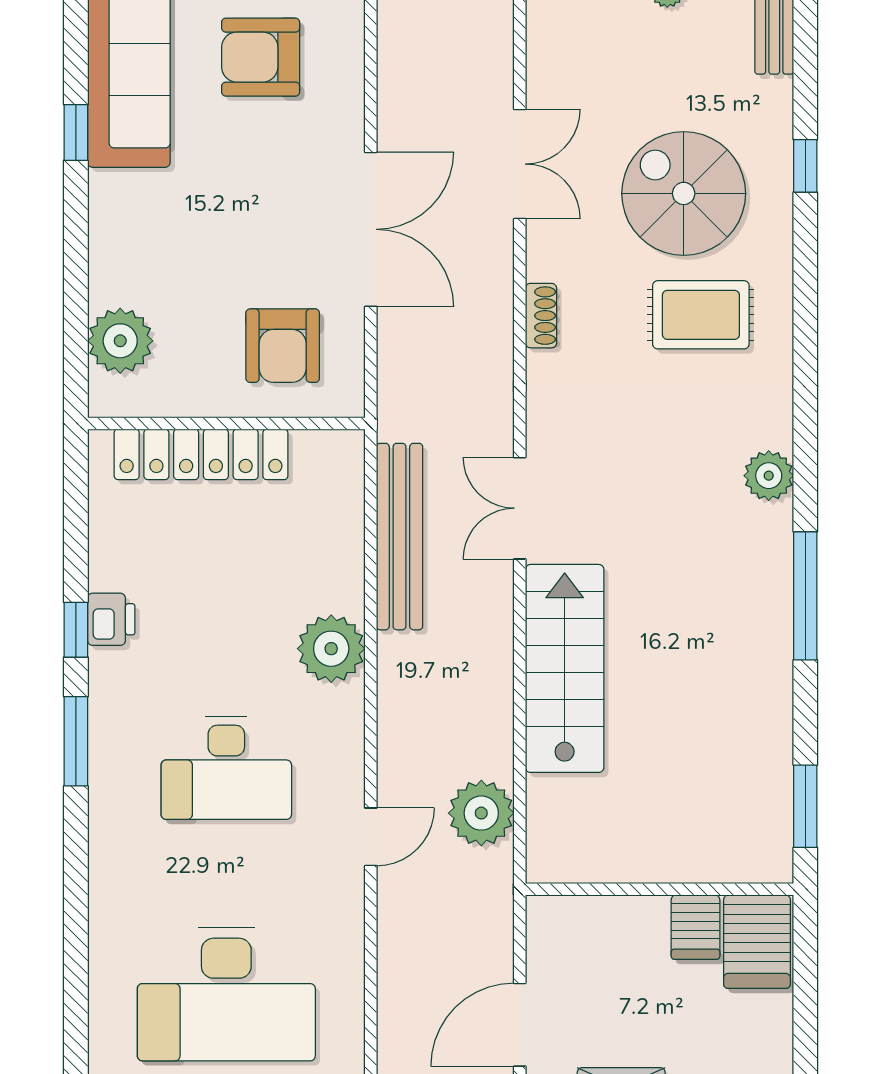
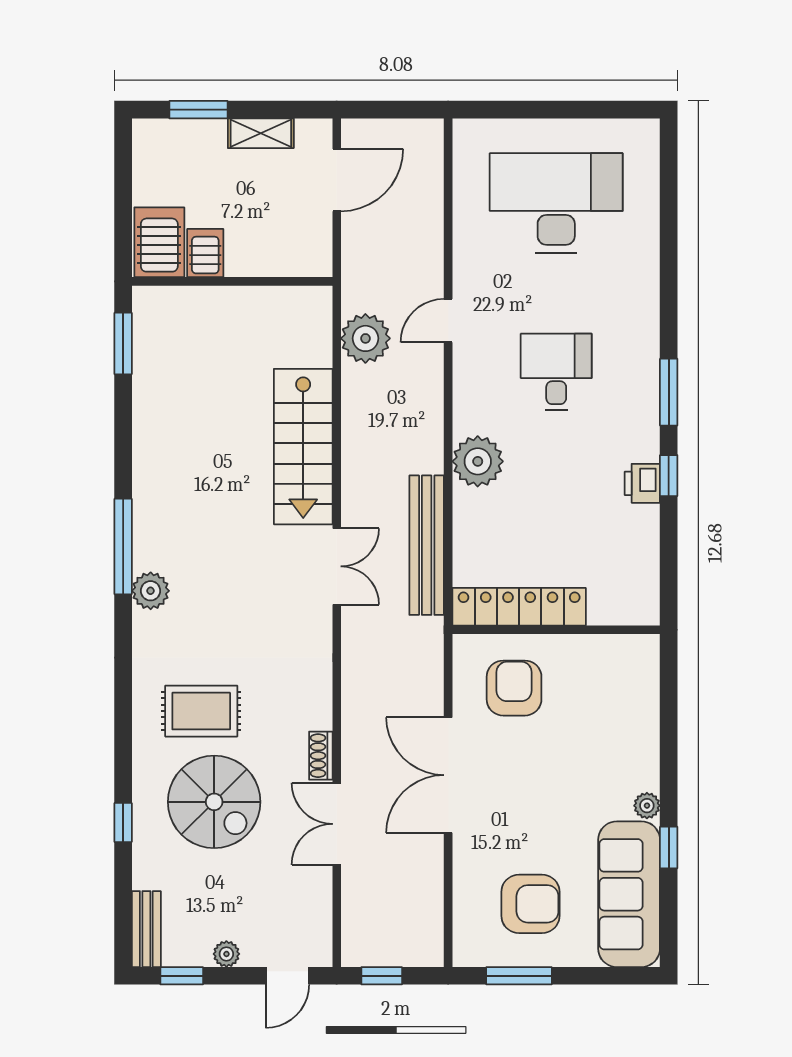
shoe rack: (541, 316) -> (321, 756), moved
plant: (120, 341) -> (647, 806), moved, width x0.53, depth x0.53
locker: (201, 454) -> (519, 607), moved
window: (805, 596) -> (123, 547), moved
desk: (226, 768) -> (556, 372), width x0.73

